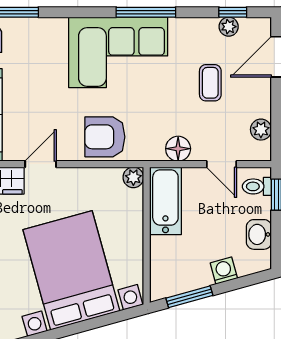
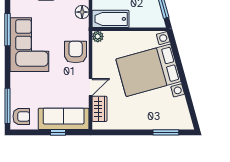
armchair: (105, 137) -> (76, 52), turned 180
door: (41, 164) -> (90, 87), swing flipped

